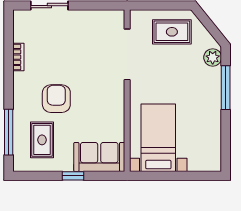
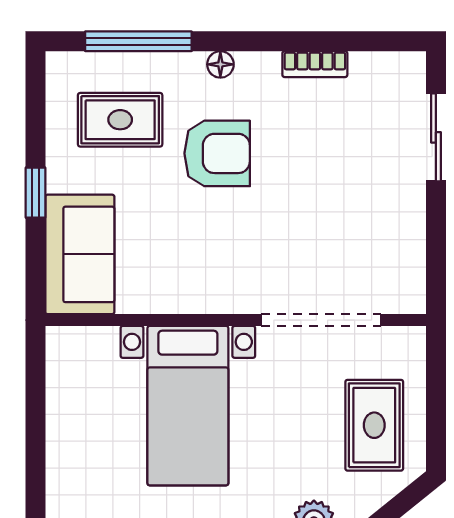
floor lamp: (18, 97) -> (220, 64), added
bed with nightstands: (158, 138) -> (188, 406), moved, turned 90

